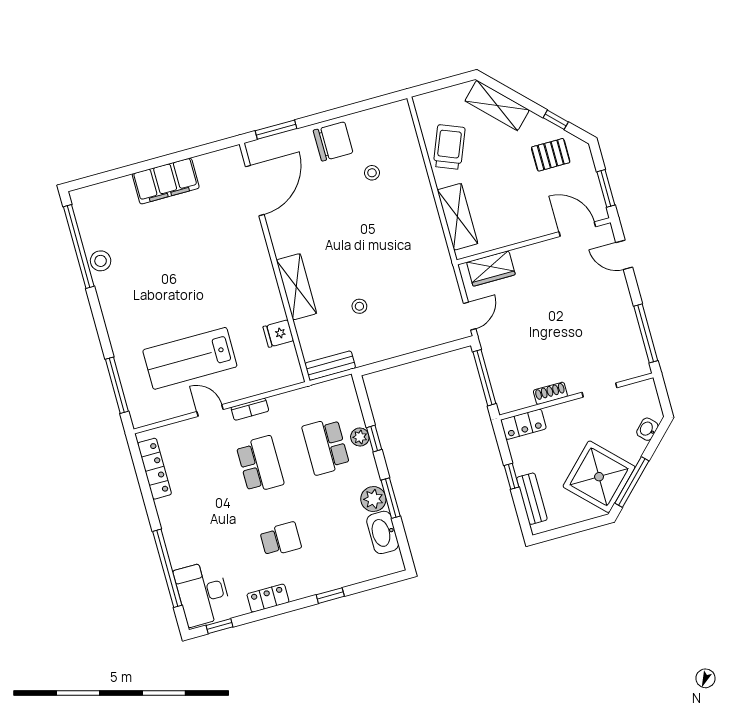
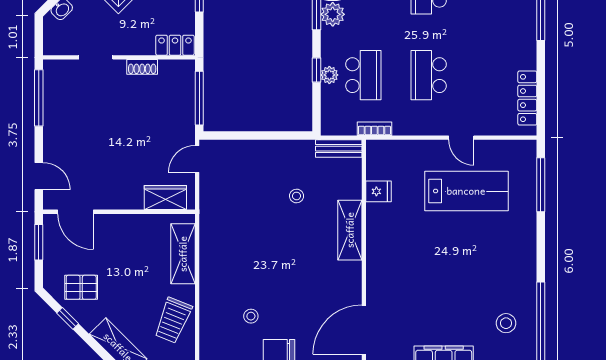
stool: (101, 261) -> (506, 323), moved
bookcase: (250, 409) -> (374, 129), moved

